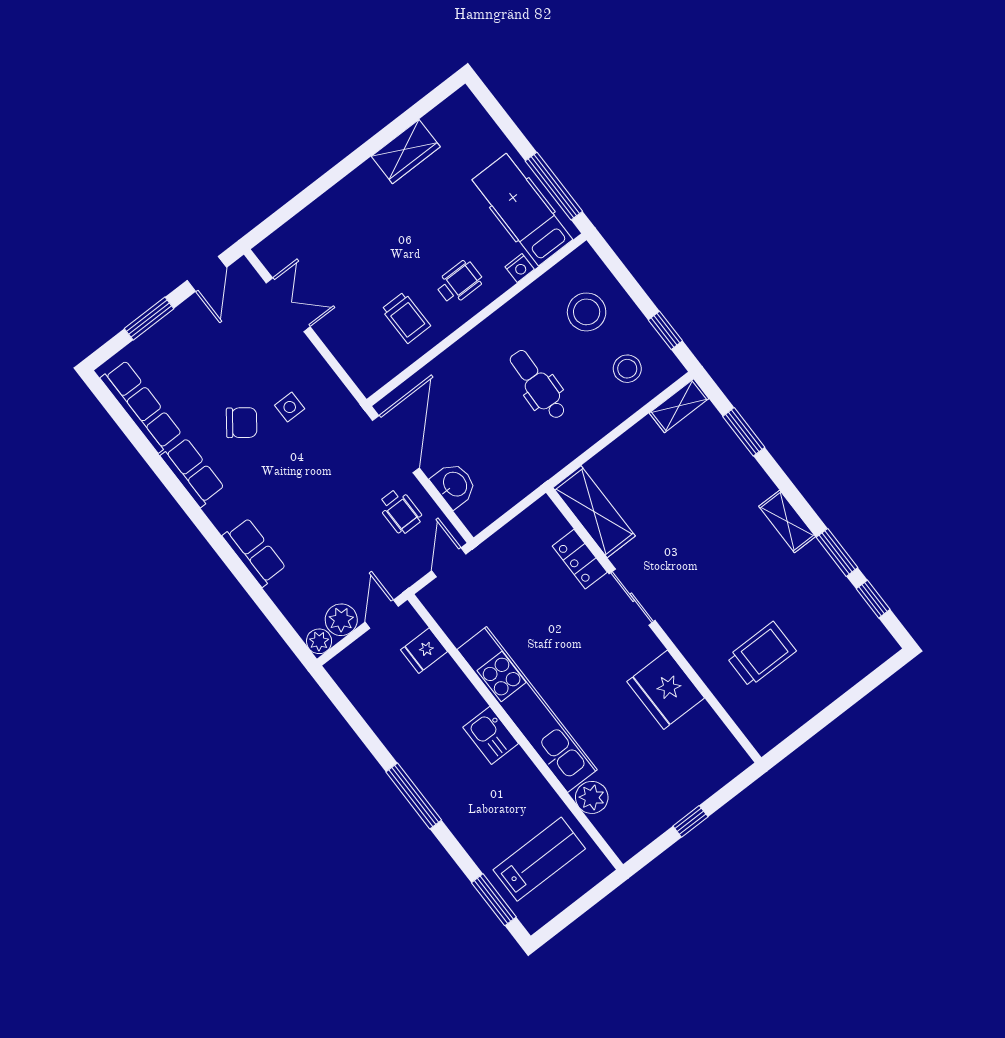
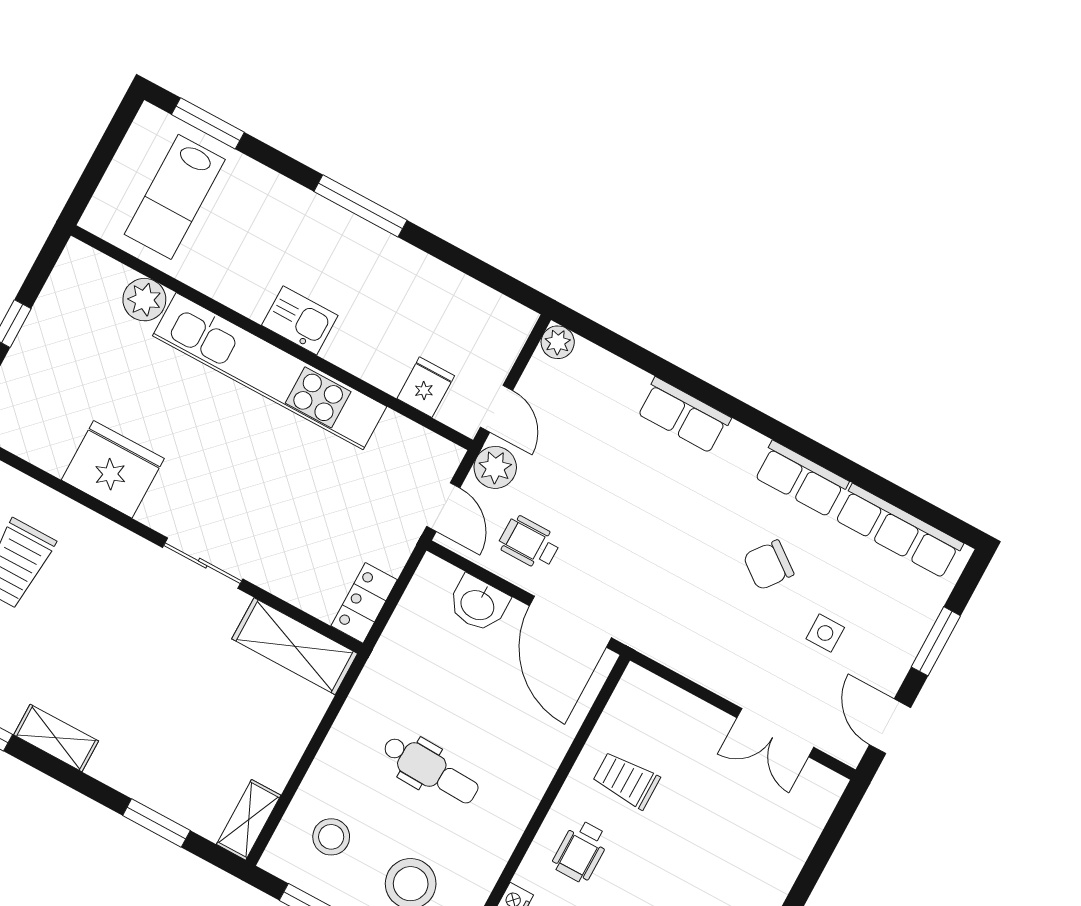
side table: (290, 407) -> (825, 633), moved
locker: (580, 559) -> (364, 603), moved, turned -90
plant: (341, 620) -> (495, 467), moved

